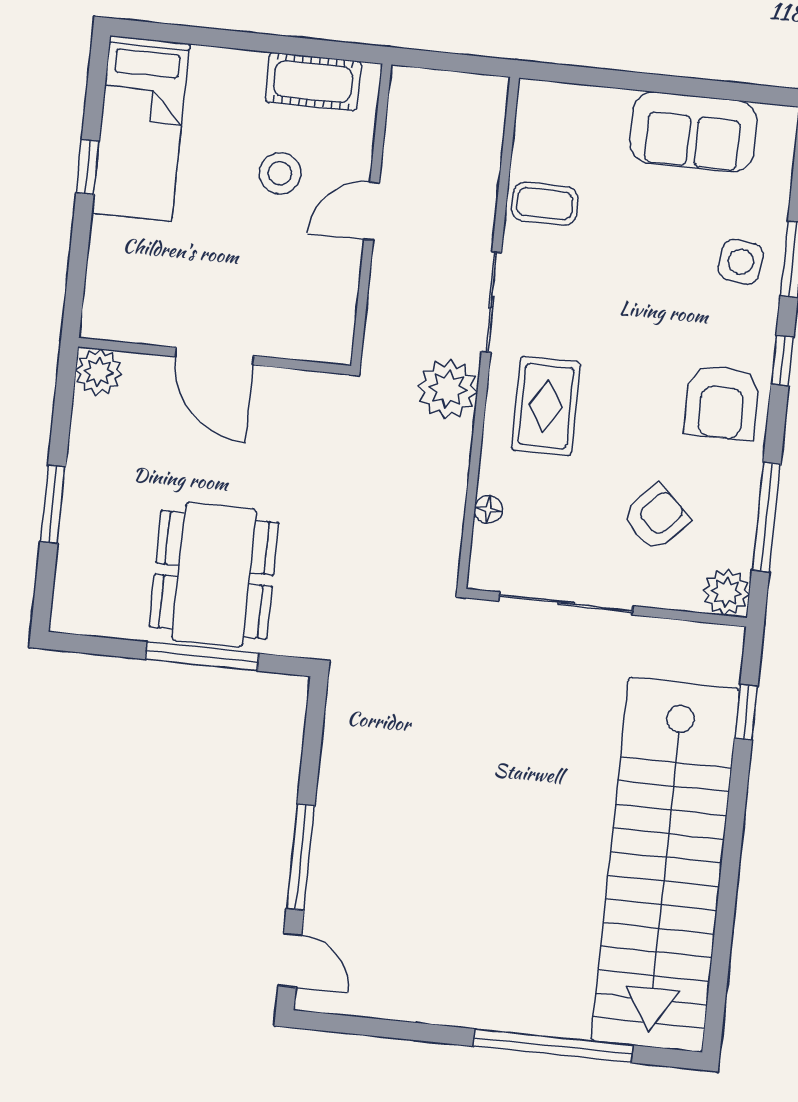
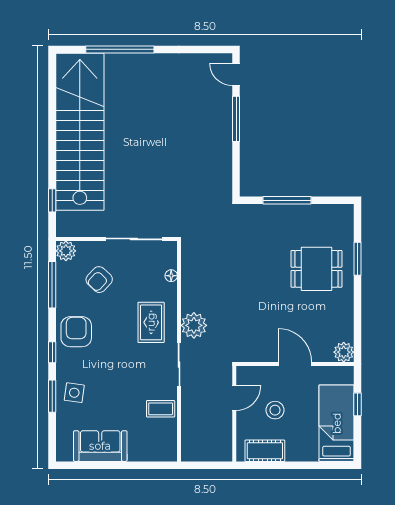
door: (214, 356) -> (295, 364), moved
wall: (214, 356) -> (295, 364), moved
plant: (99, 372) -> (344, 352), moved
dining table: (214, 575) -> (316, 269), moved, width x0.73

